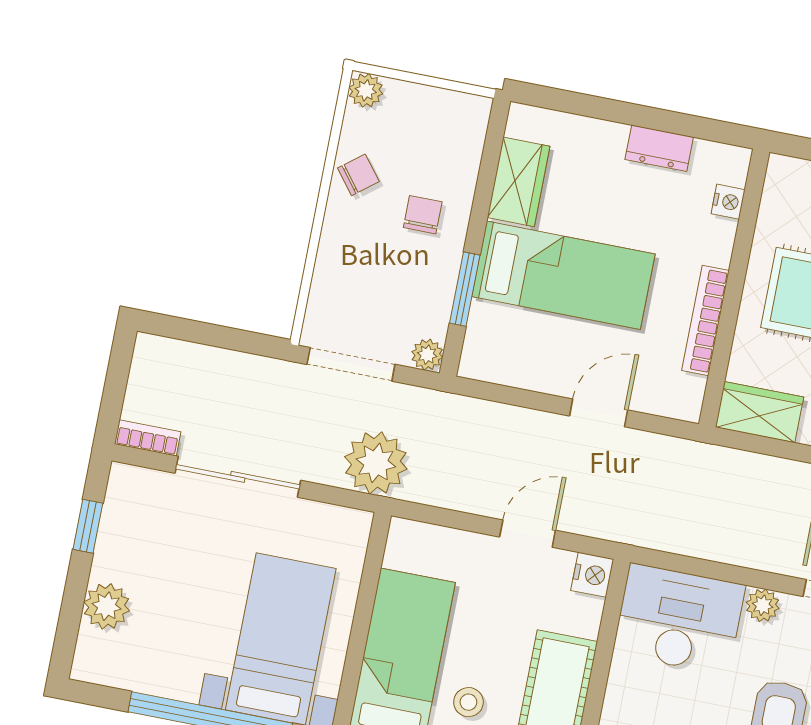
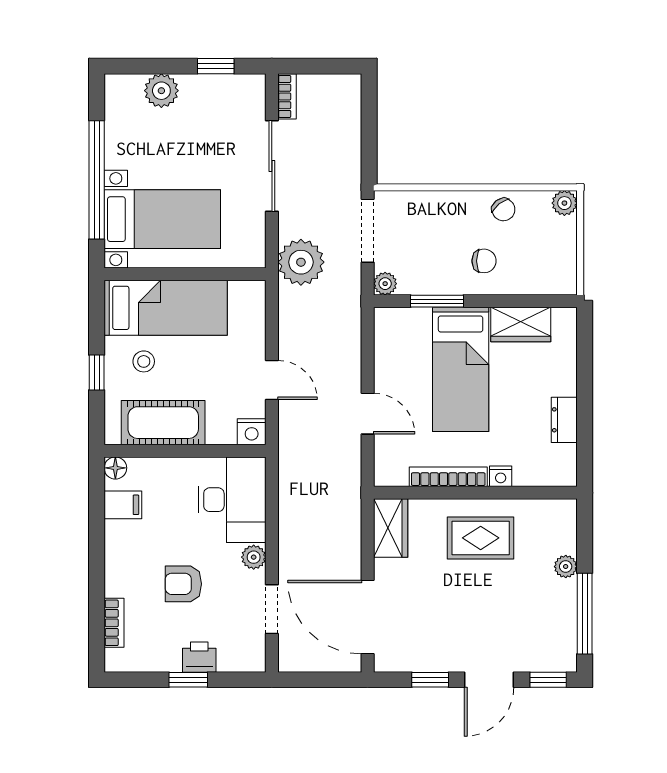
nightstand: (728, 202) -> (501, 476), moved

